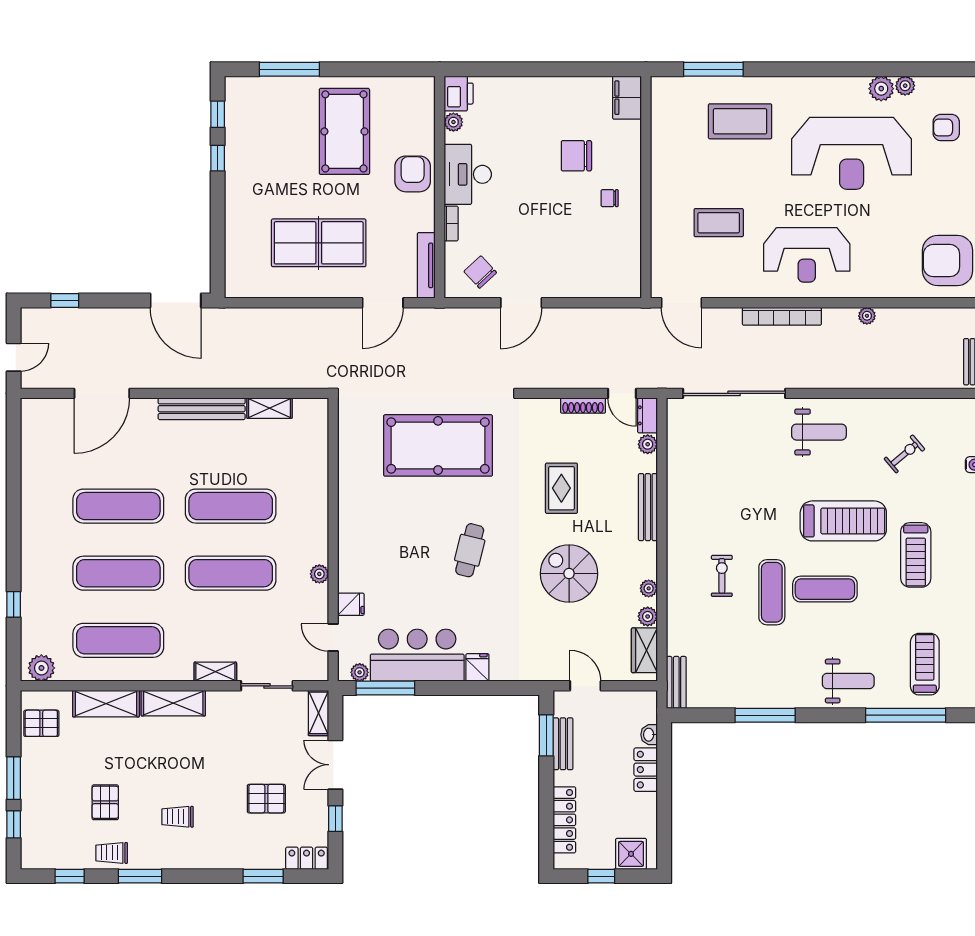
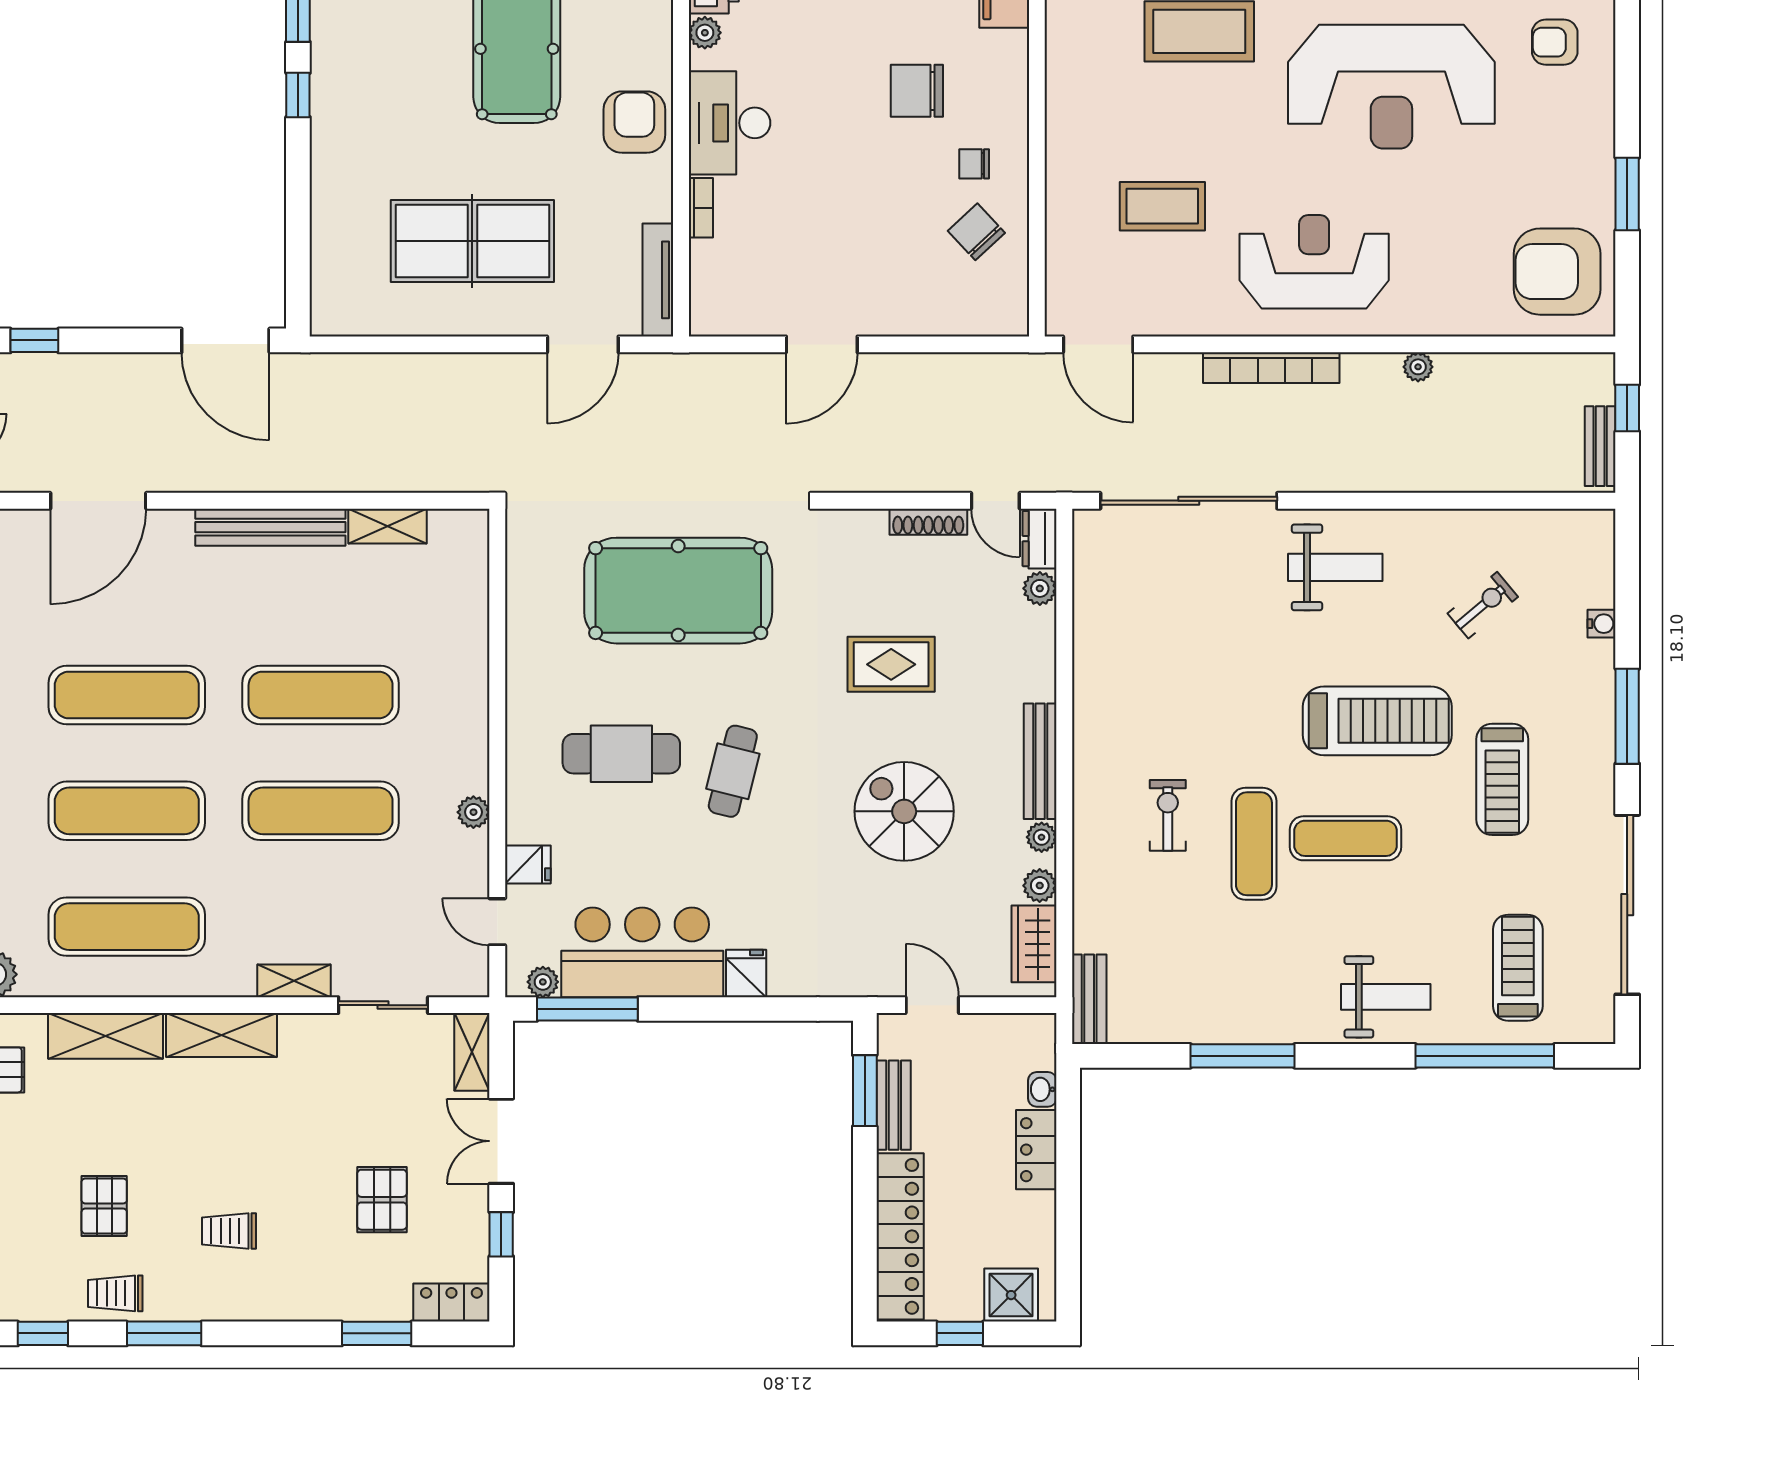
reception desk: (807, 255) -> (1314, 262), turned 180
chair: (480, 272) -> (976, 232), moved
rug: (561, 488) -> (891, 664), turned 90
bench: (648, 507) -> (1040, 761), moved
cafe table: (405, 540) -> (621, 754), added
pallet: (266, 799) -> (382, 1200), turned 90
locker: (564, 820) -> (900, 1236), width x1.41, depth x1.21

